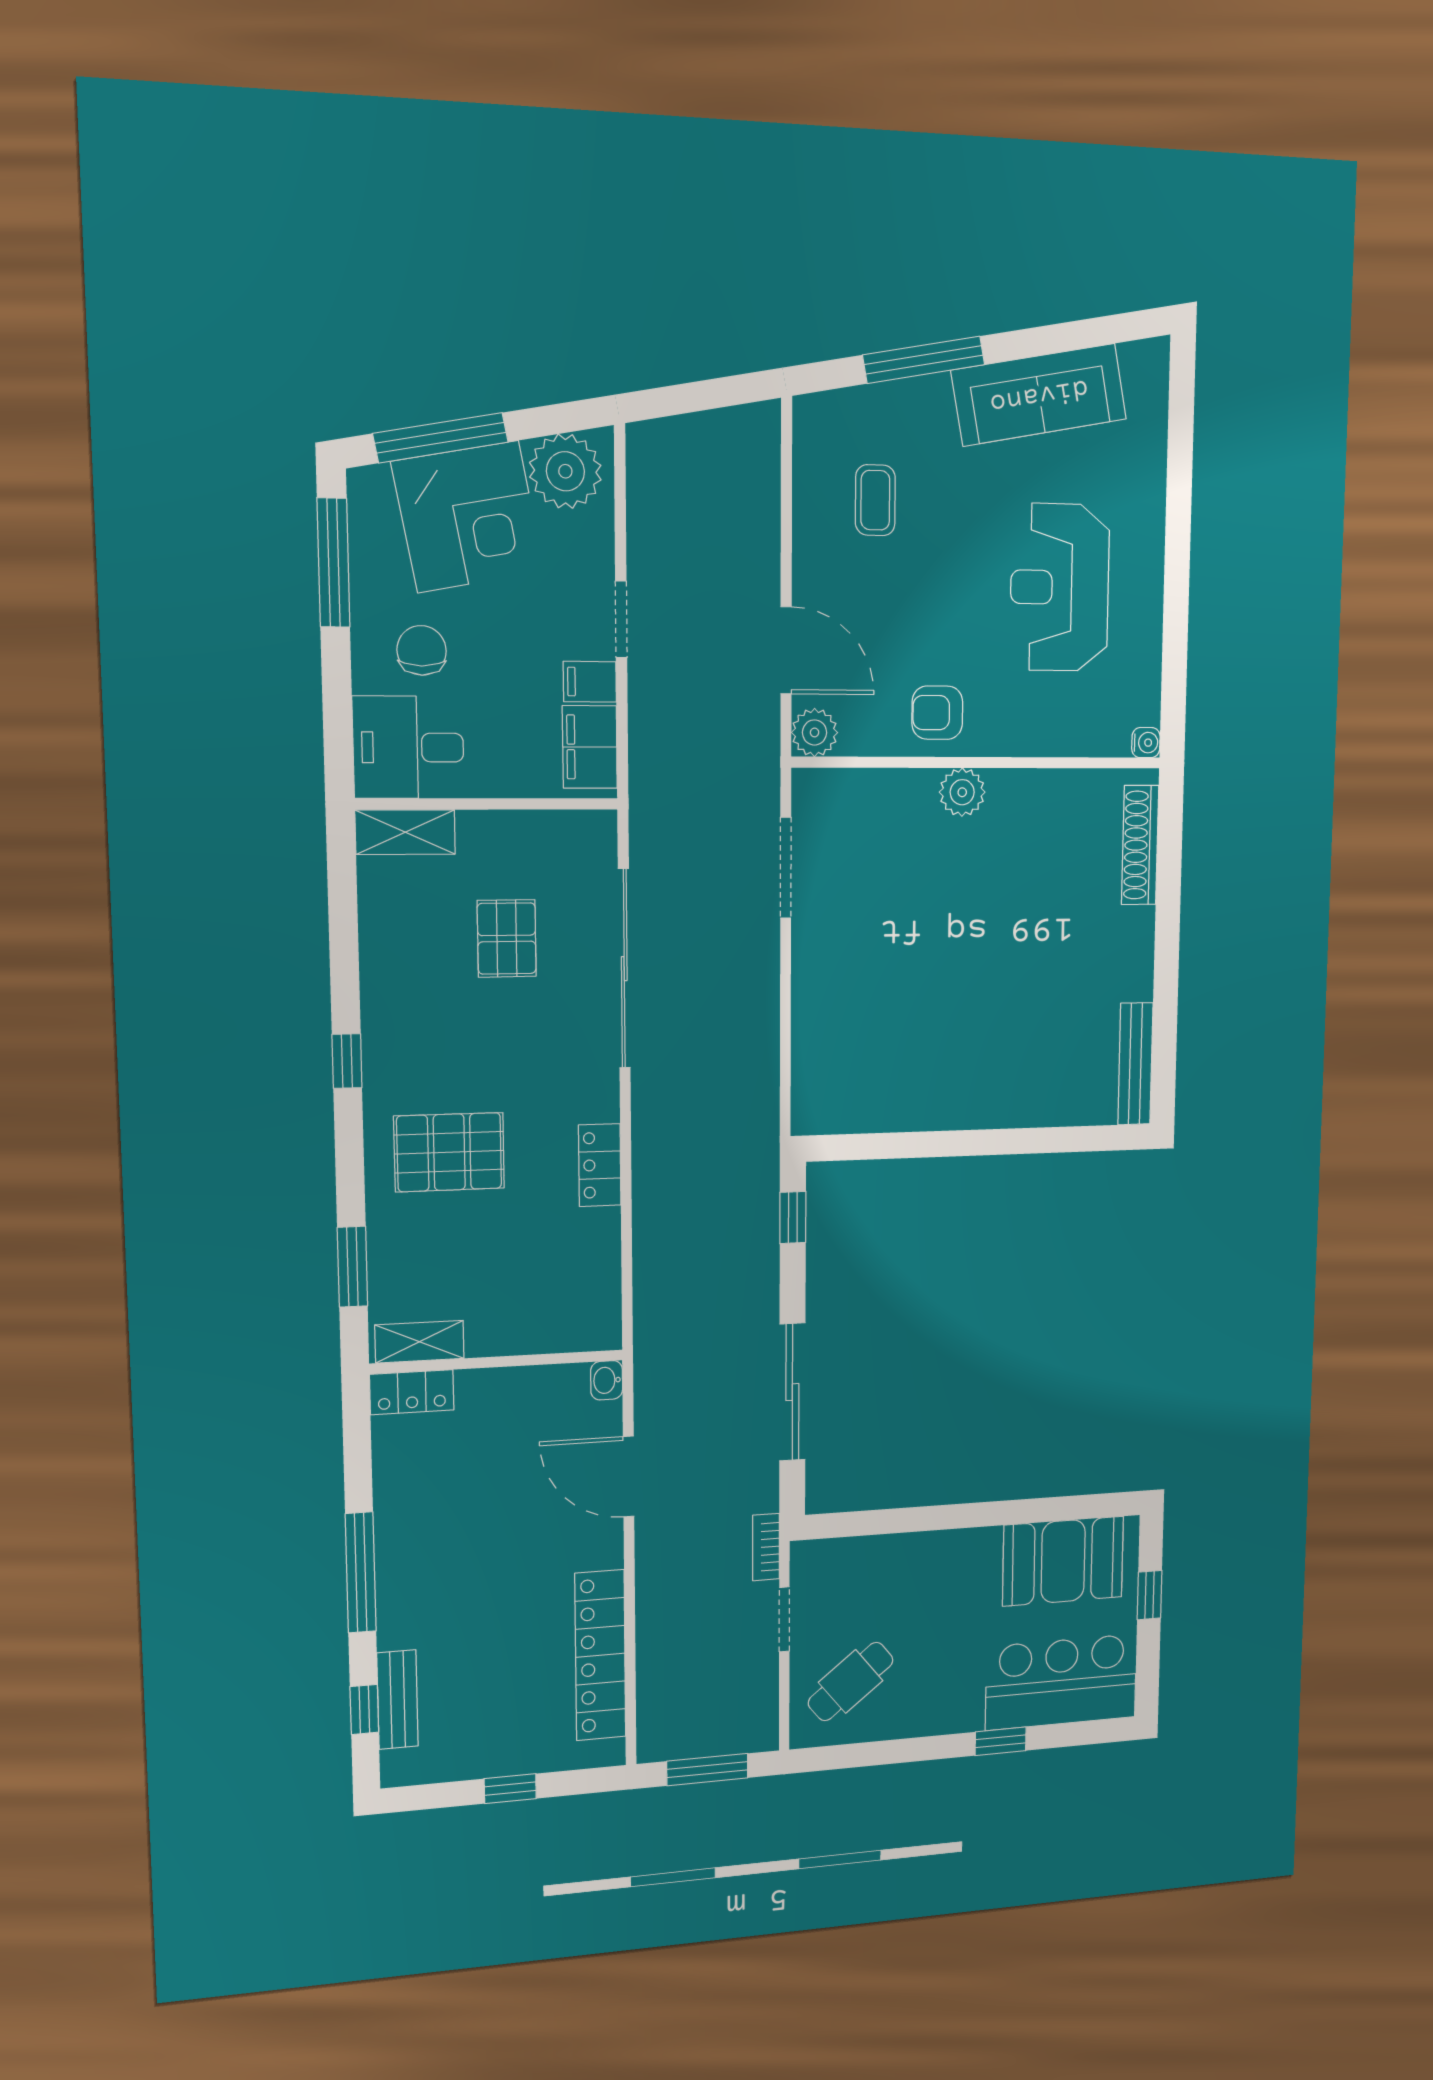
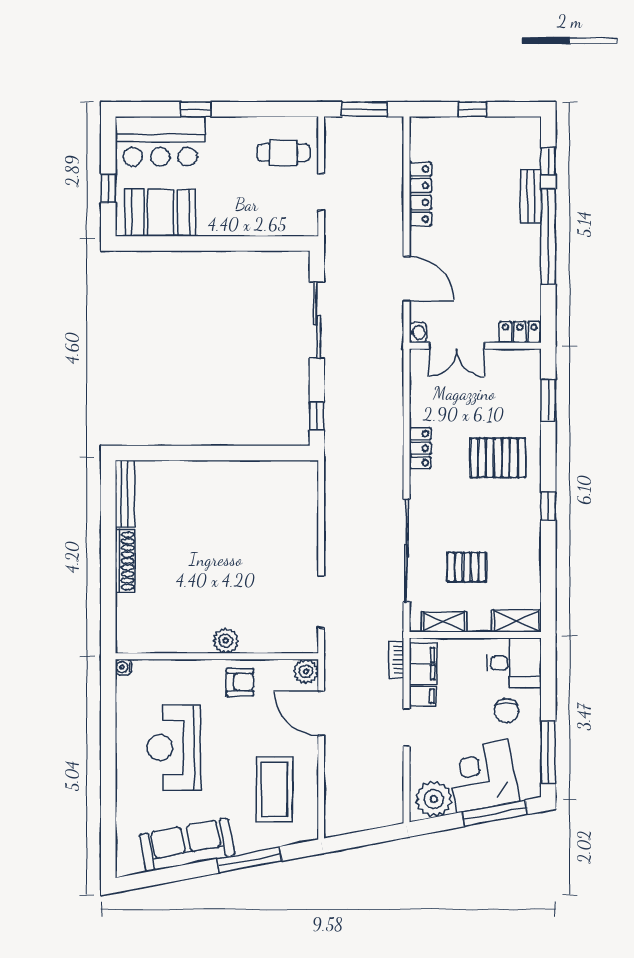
coffee table: (875, 500) -> (274, 789), width x1.86, depth x1.72
reception desk: (1060, 588) -> (174, 747), turned 180
shoe rack: (1140, 845) -> (125, 561), moved
pallet: (507, 938) -> (467, 567), turned 90
shelving: (420, 1342) -> (444, 622), moved
double door: (533, 1360) -> (457, 346), added
bookcase: (766, 1547) -> (396, 660), moved, turned 180
window: (361, 1572) -> (548, 237), width x1.46
locker: (600, 1655) -> (420, 194), width x0.71, depth x0.83
cafe table: (851, 1682) -> (283, 153), turned 39
bench: (398, 1700) -> (531, 196), moved

